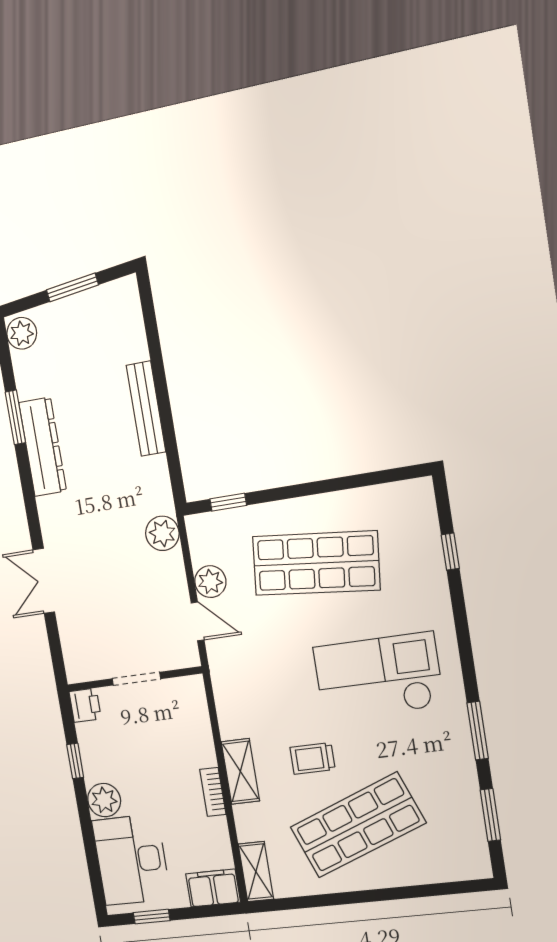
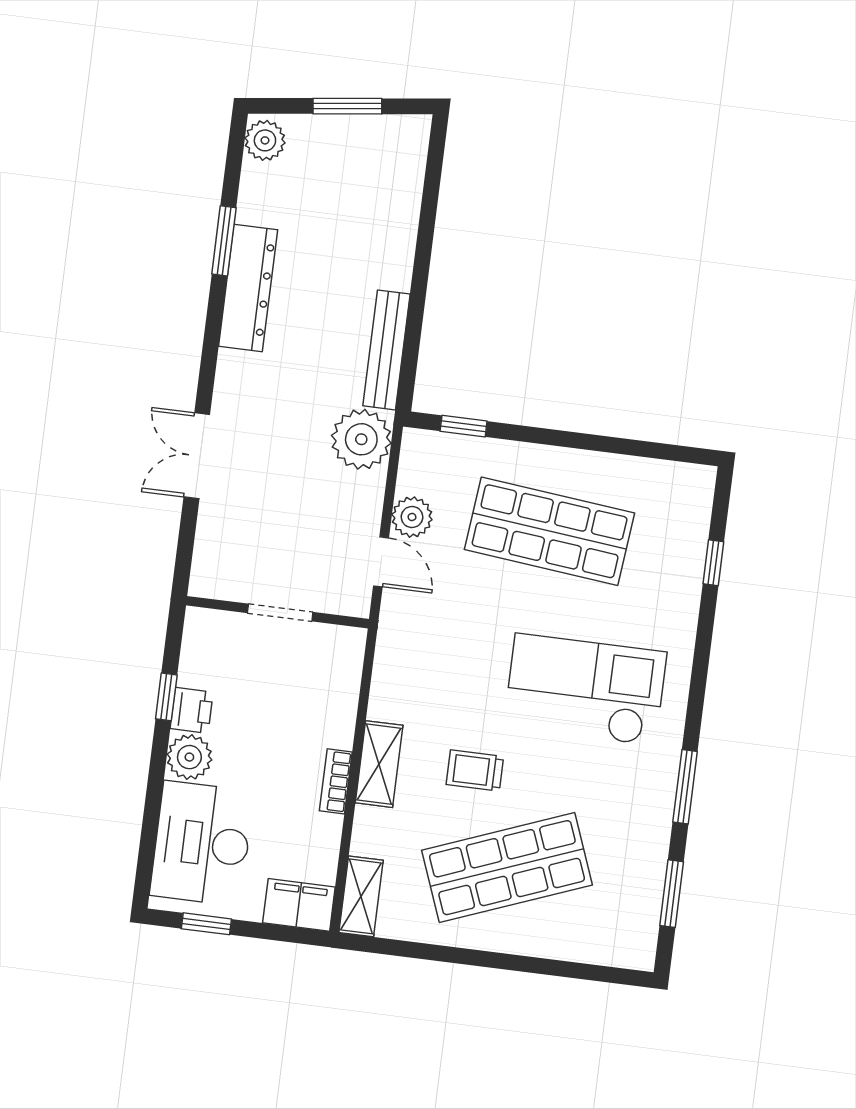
bench: (146, 409) -> (386, 350), moved
plant: (162, 533) -> (361, 439), width x1.36, depth x1.36
printer: (85, 705) -> (192, 710), moved

